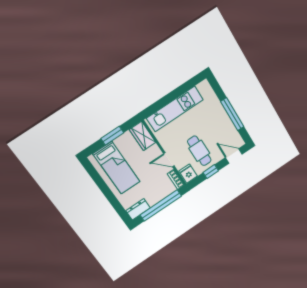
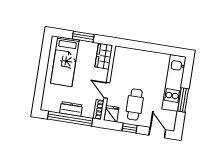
kitchen unit: (175, 109) -> (174, 83), moved, turned 90
window: (232, 114) -> (183, 100), width x0.69
dresser: (138, 209) -> (71, 109), moved

